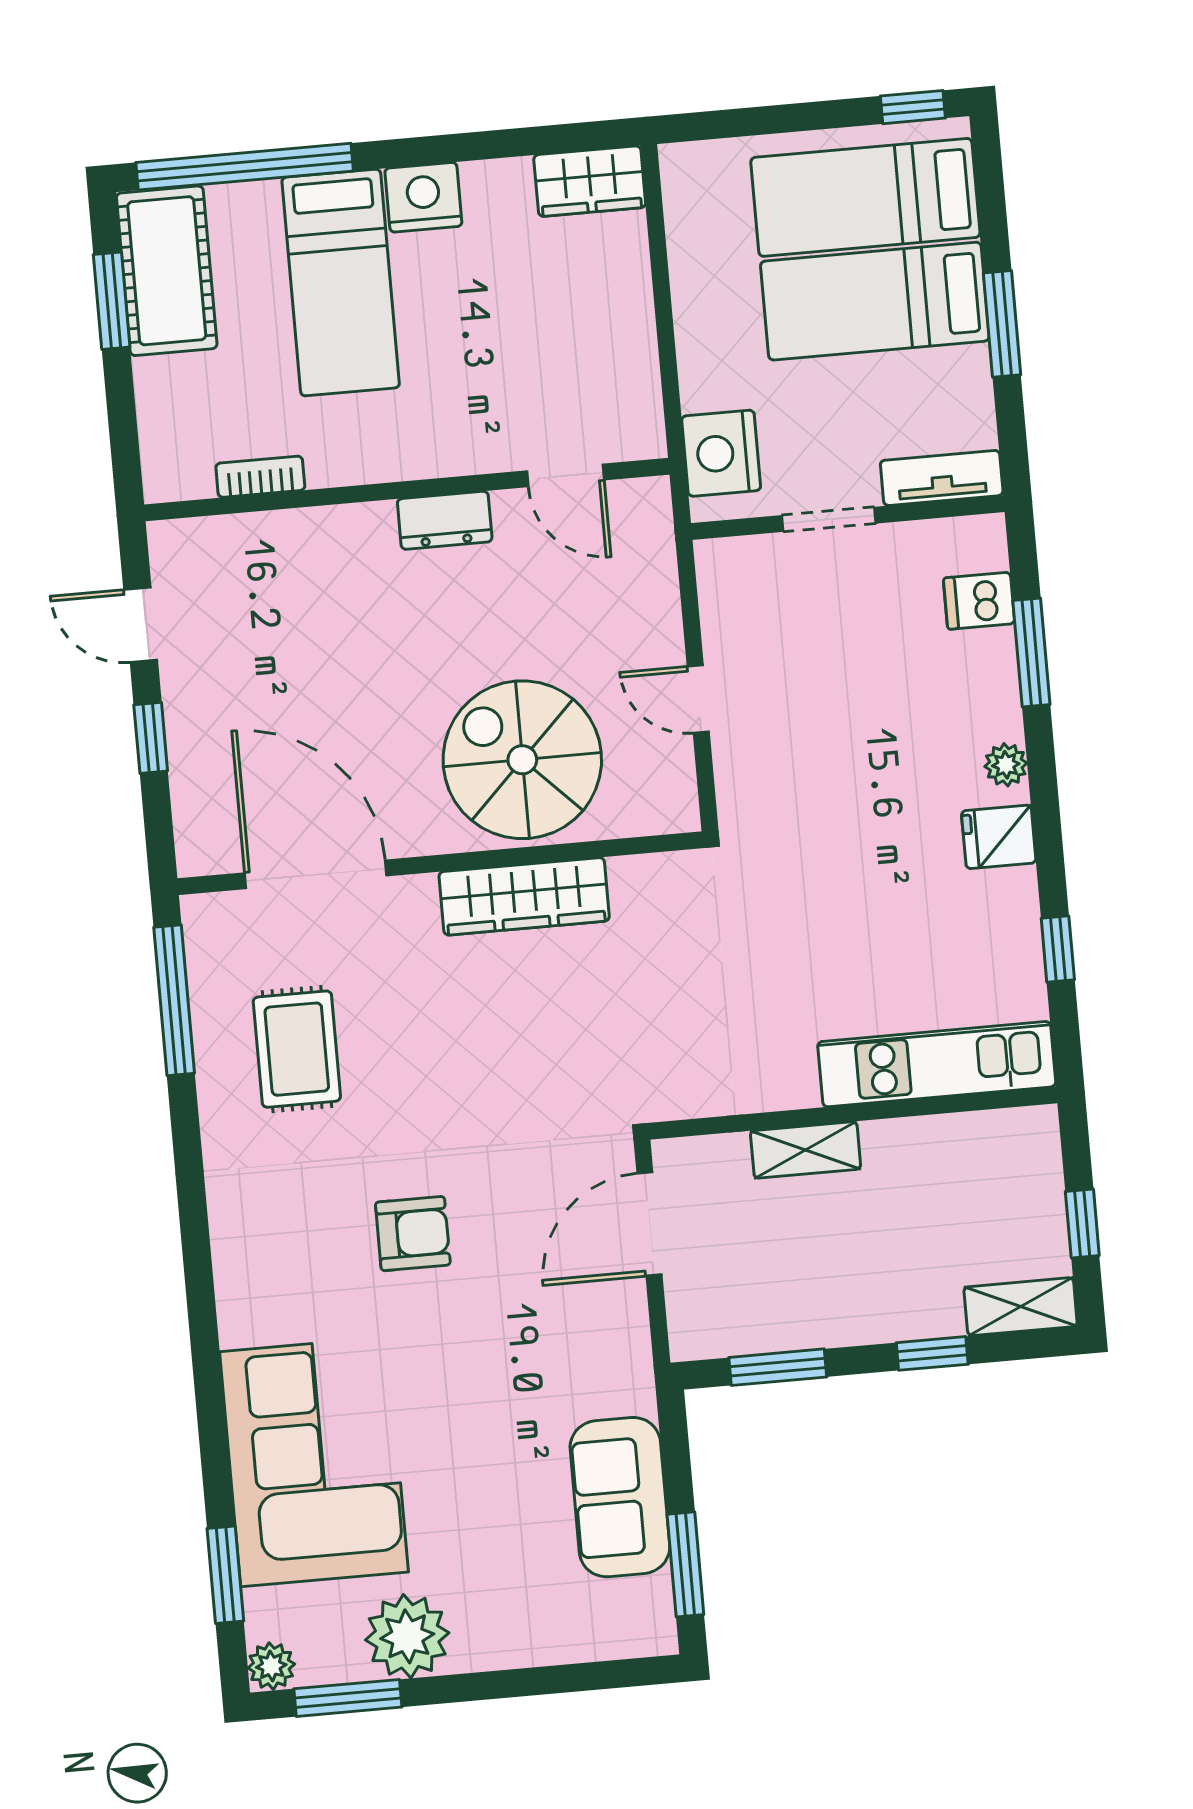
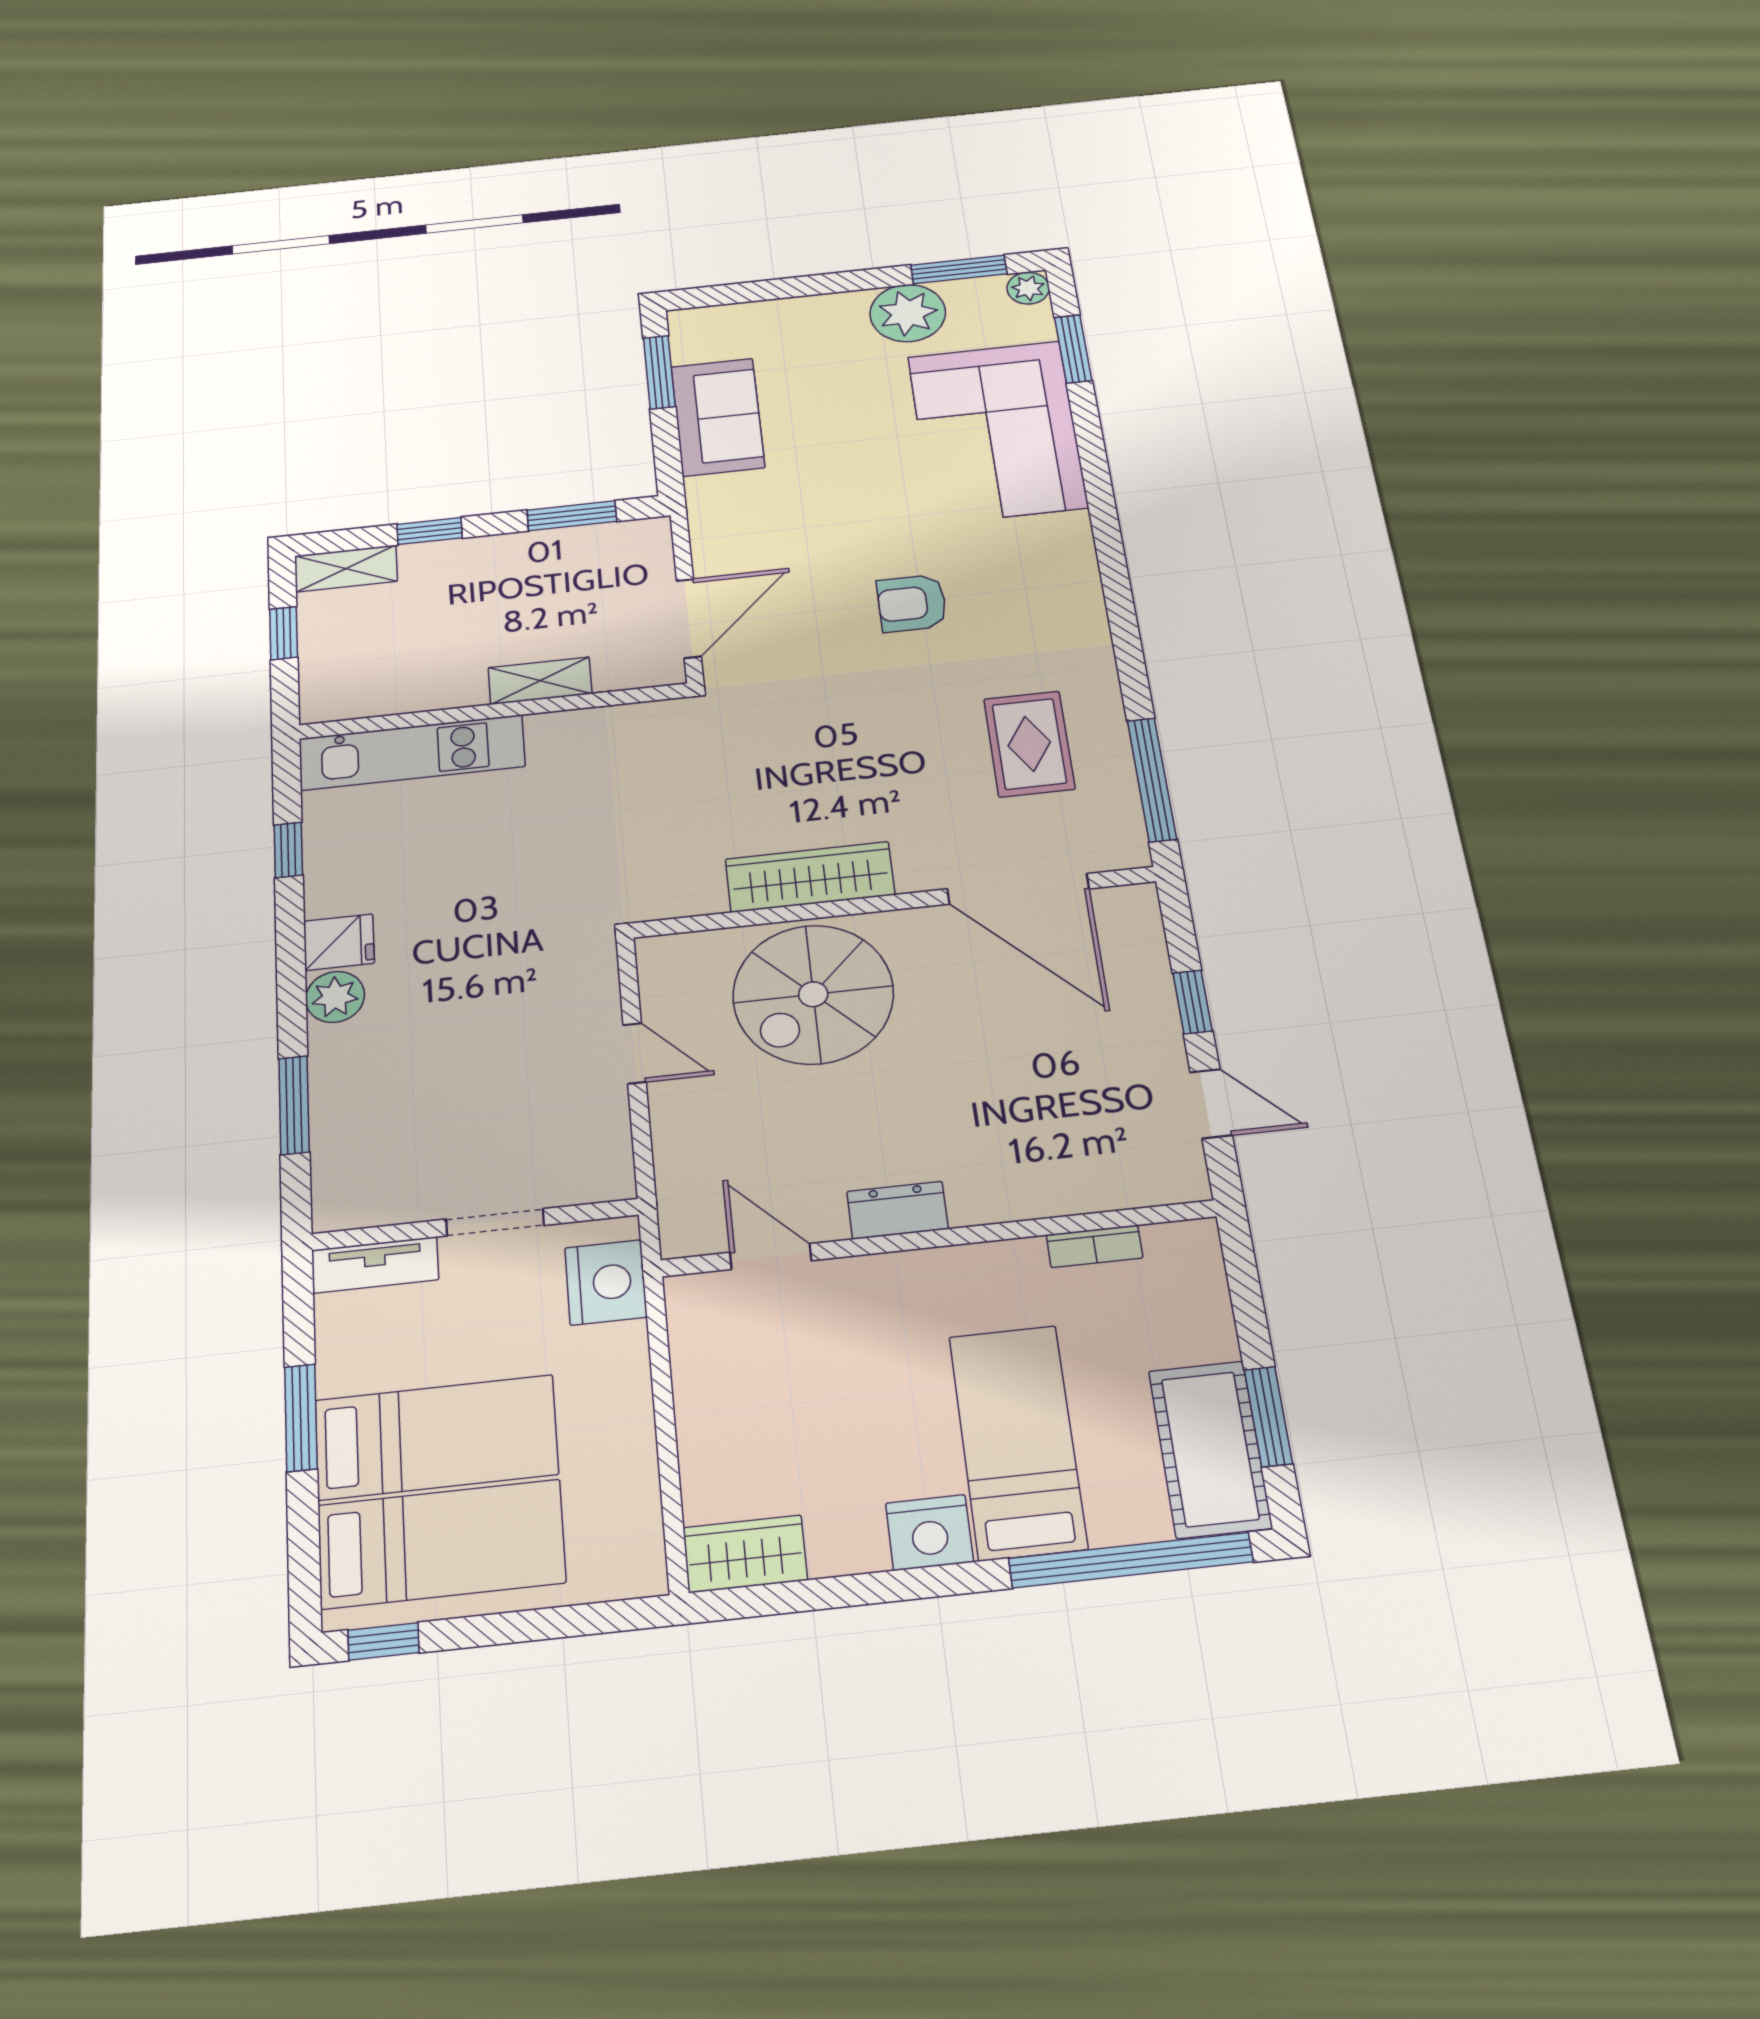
dishwasher: (979, 601) -> (344, 1151), removed
spiral stairs: (522, 760) -> (813, 994), turned 90
plant: (1006, 765) -> (335, 997), width x1.38, depth x1.38

